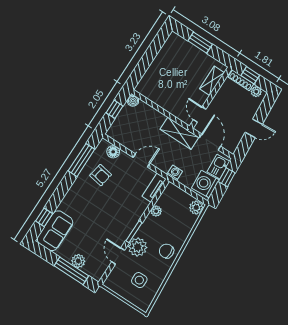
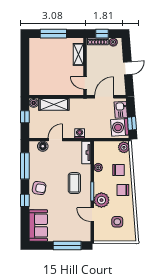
window: (200, 43) -> (53, 34), width x1.44
shelving: (179, 133) -> (54, 104), moved
door: (210, 142) -> (104, 97), hinge flipped
door: (141, 160) -> (55, 140), moved
washing machine: (175, 173) -> (80, 133), moved
armchair: (101, 175) -> (39, 188), moved
window: (227, 177) -> (132, 123), moved
coffee table: (121, 211) -> (74, 183), added
window: (44, 217) -> (25, 200), moved
chair: (175, 227) -> (118, 170), added
plant: (78, 261) -> (67, 236), removed

